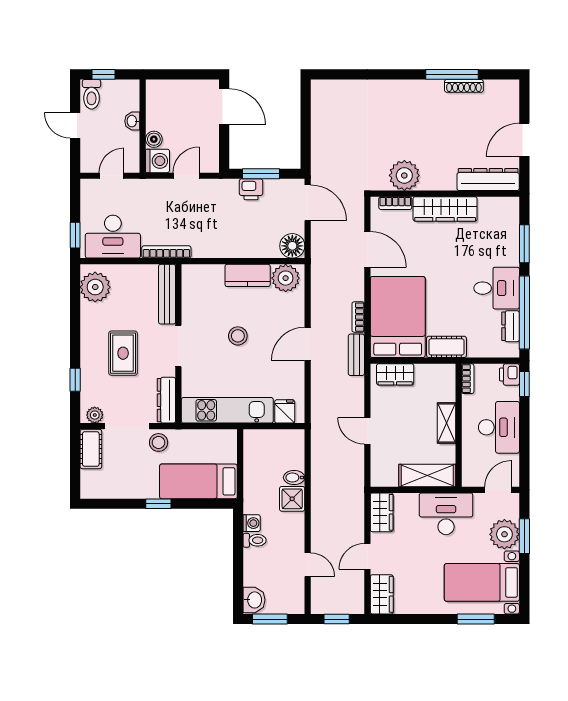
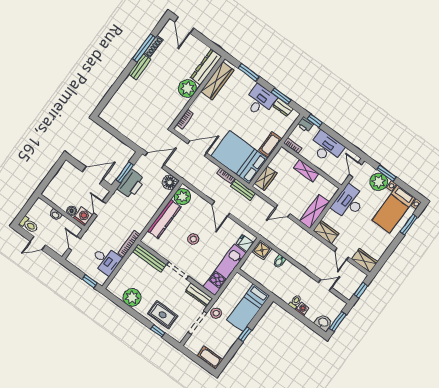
window: (104, 74) -> (24, 212), removed
bench: (421, 88) -> (140, 67), added
door: (224, 107) -> (93, 175), moved
door: (524, 140) -> (184, 25), moved
plant: (404, 175) -> (187, 88), moved
printer: (251, 189) -> (131, 184), width x1.87, depth x1.48
wardrobe: (445, 209) -> (217, 81), moved
desk: (113, 237) -> (106, 260), width x0.73
kitchen counter: (248, 275) -> (164, 219), width x1.50
plant: (95, 287) -> (132, 297), moved
window: (524, 312) -> (281, 96), width x0.47
rug: (123, 353) -> (163, 315), moved
plant: (95, 415) -> (181, 334), removed
cot: (91, 449) -> (210, 358), moved
shelving: (427, 475) -> (314, 211), moved
shower: (292, 499) -> (262, 250), moved
washing machine: (252, 523) -> (302, 309), moved

